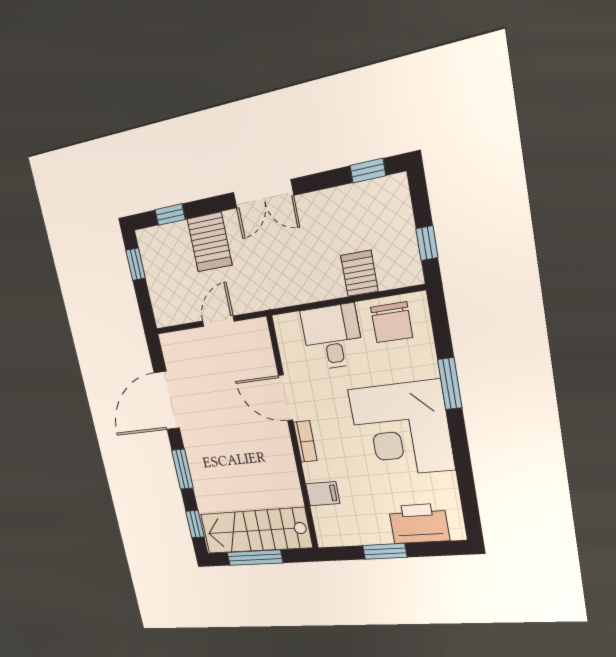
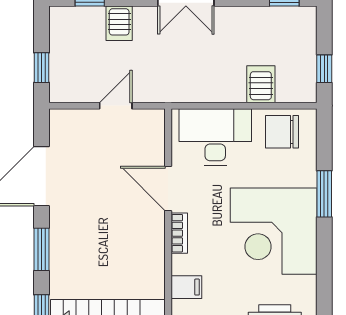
server rack: (210, 242) -> (119, 23), width x0.73, depth x0.70
window: (136, 264) -> (41, 68), moved
chair: (392, 322) -> (282, 132), turned 90
desk: (332, 337) -> (215, 137), width x1.37

